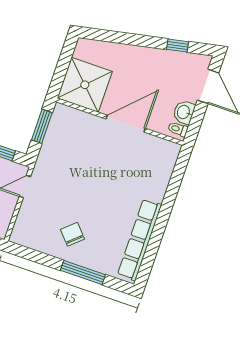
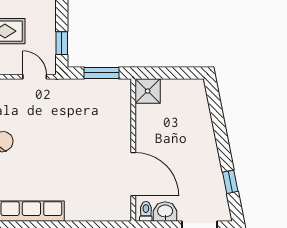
shower: (85, 85) -> (148, 91), width x0.54, depth x0.54
door: (126, 124) -> (133, 174), moved

